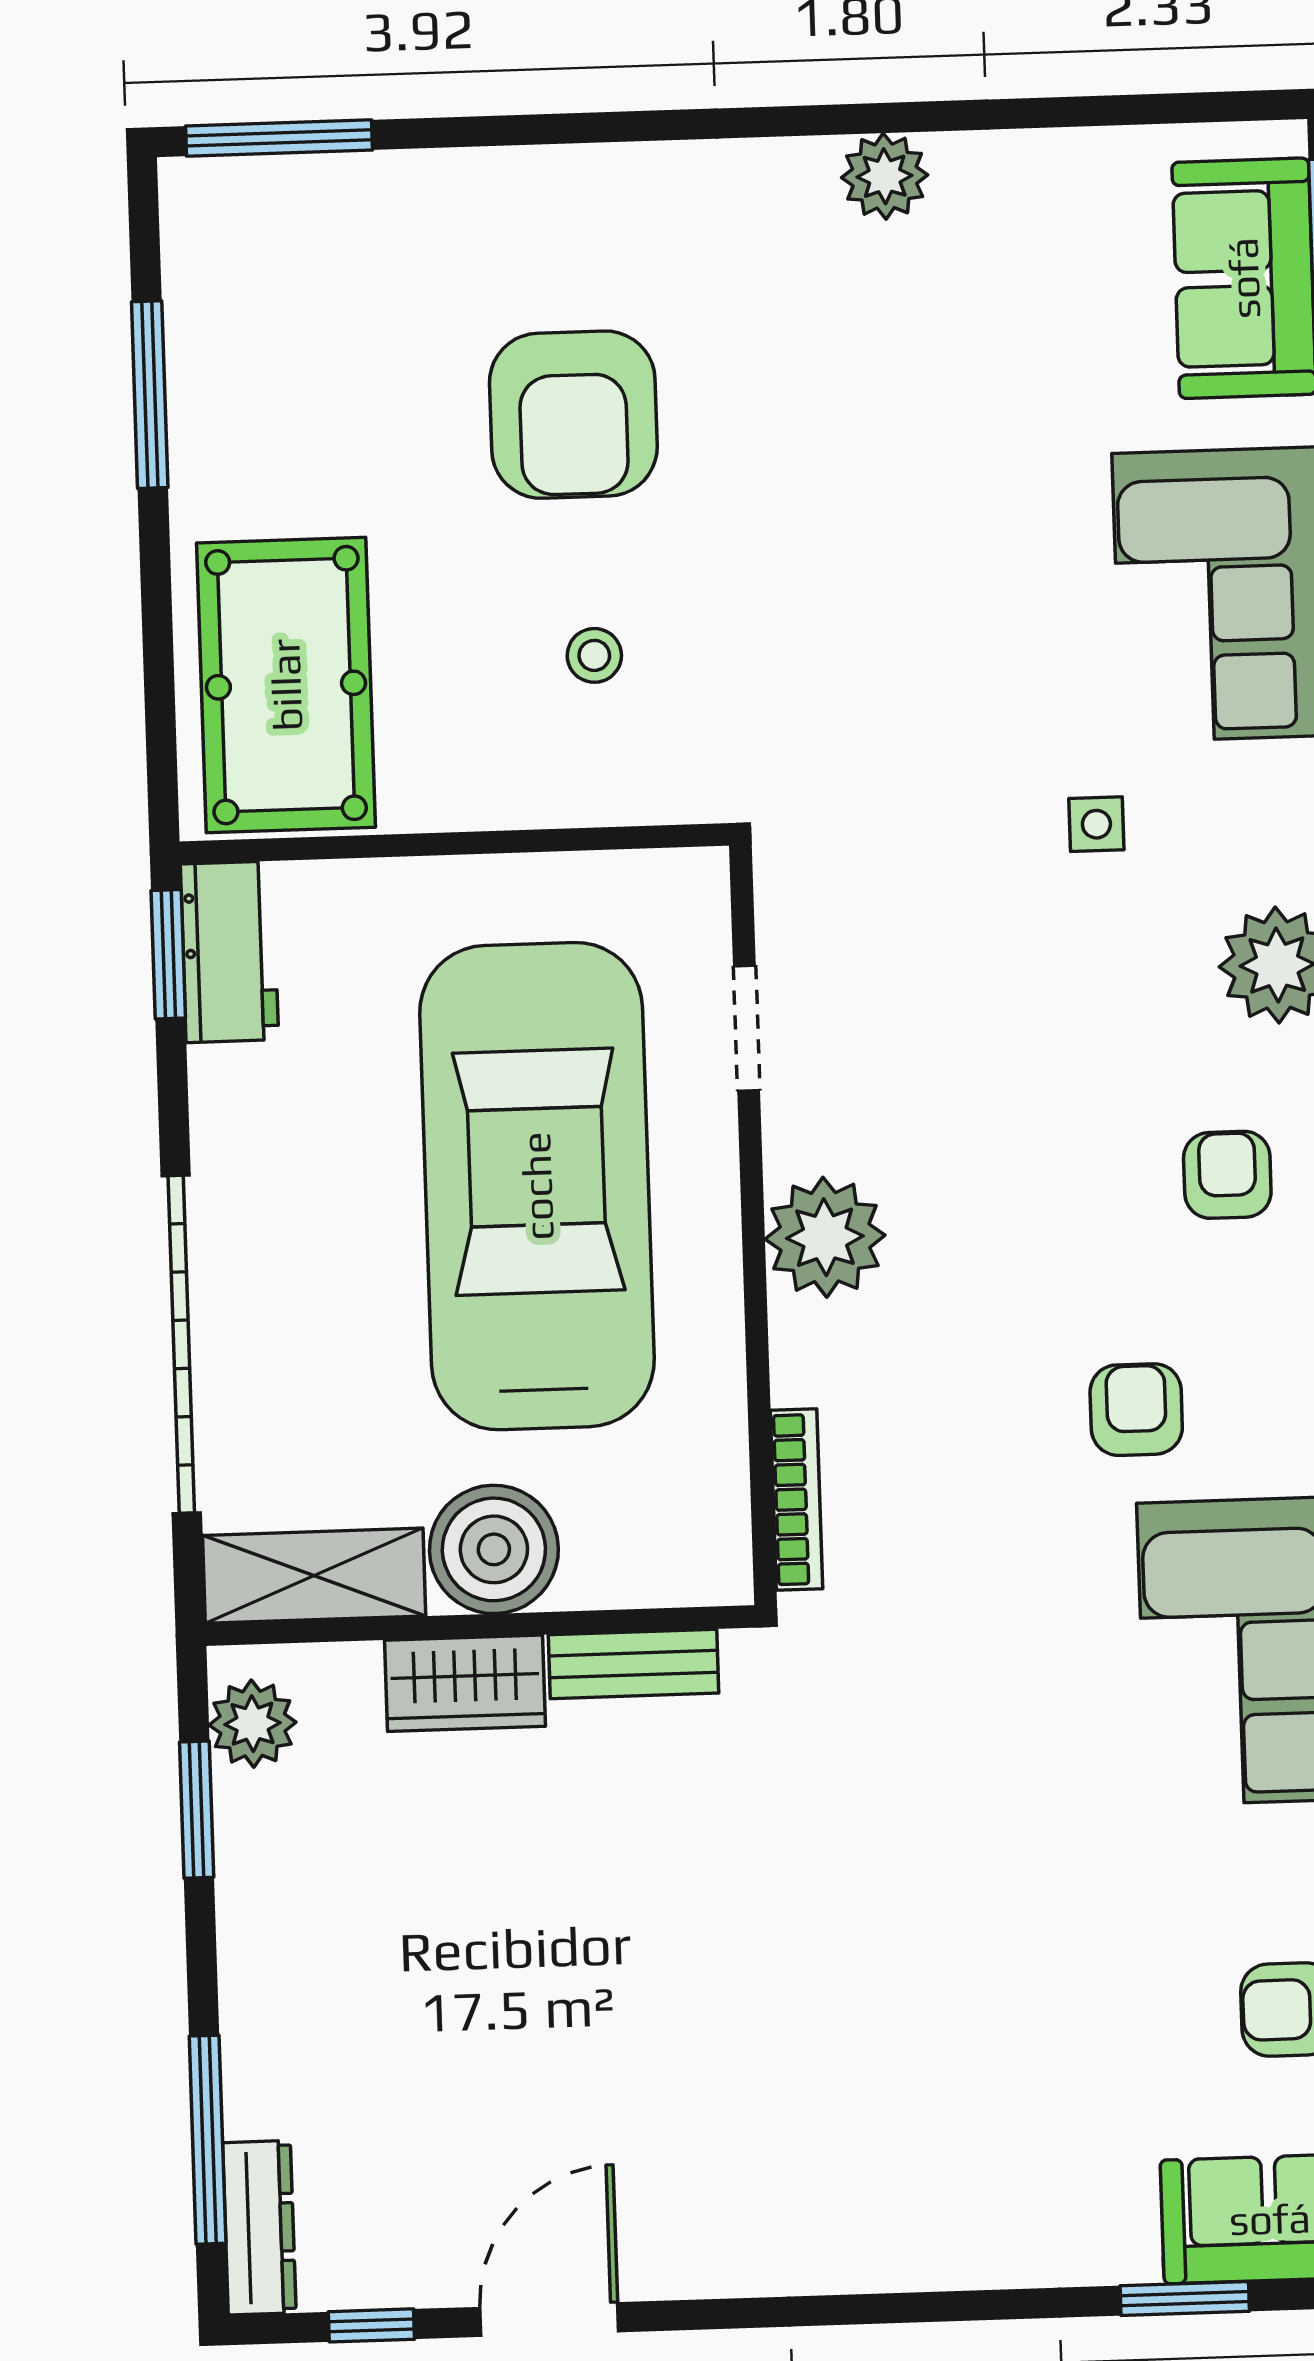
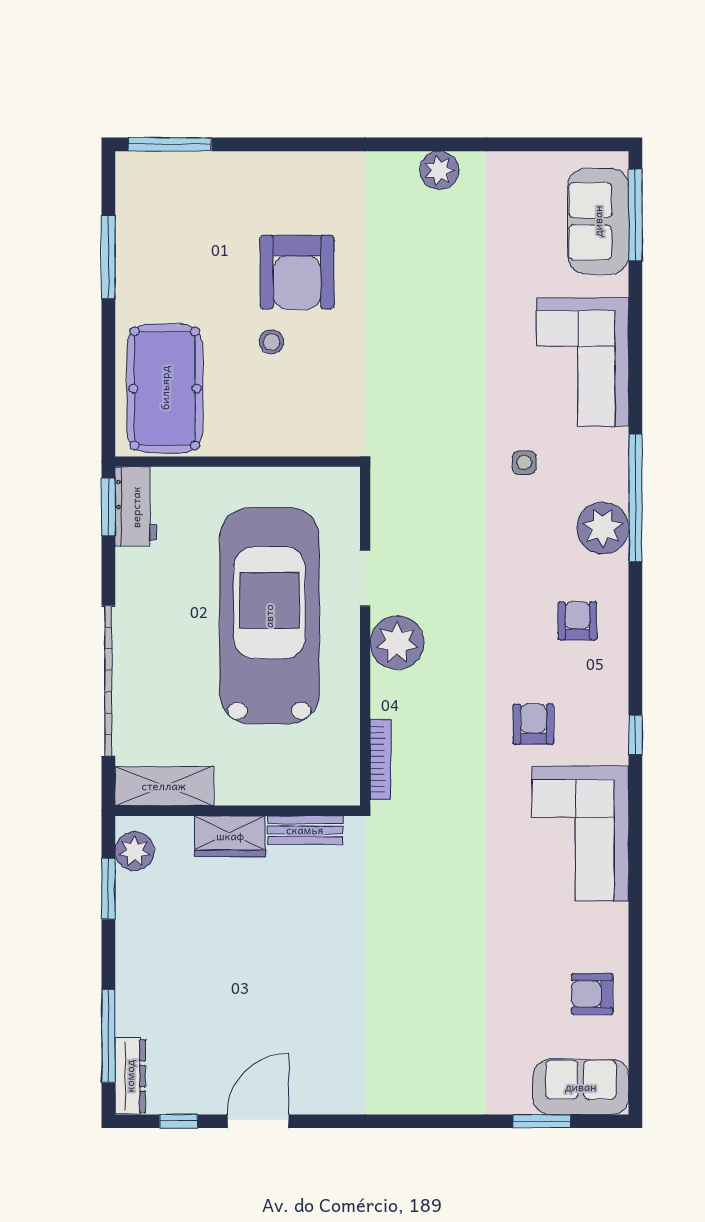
stool: (594, 655) -> (272, 342), moved
doorway: (747, 1028) -> (365, 578), moved
boiler: (494, 1549) -> (245, 777), removed

